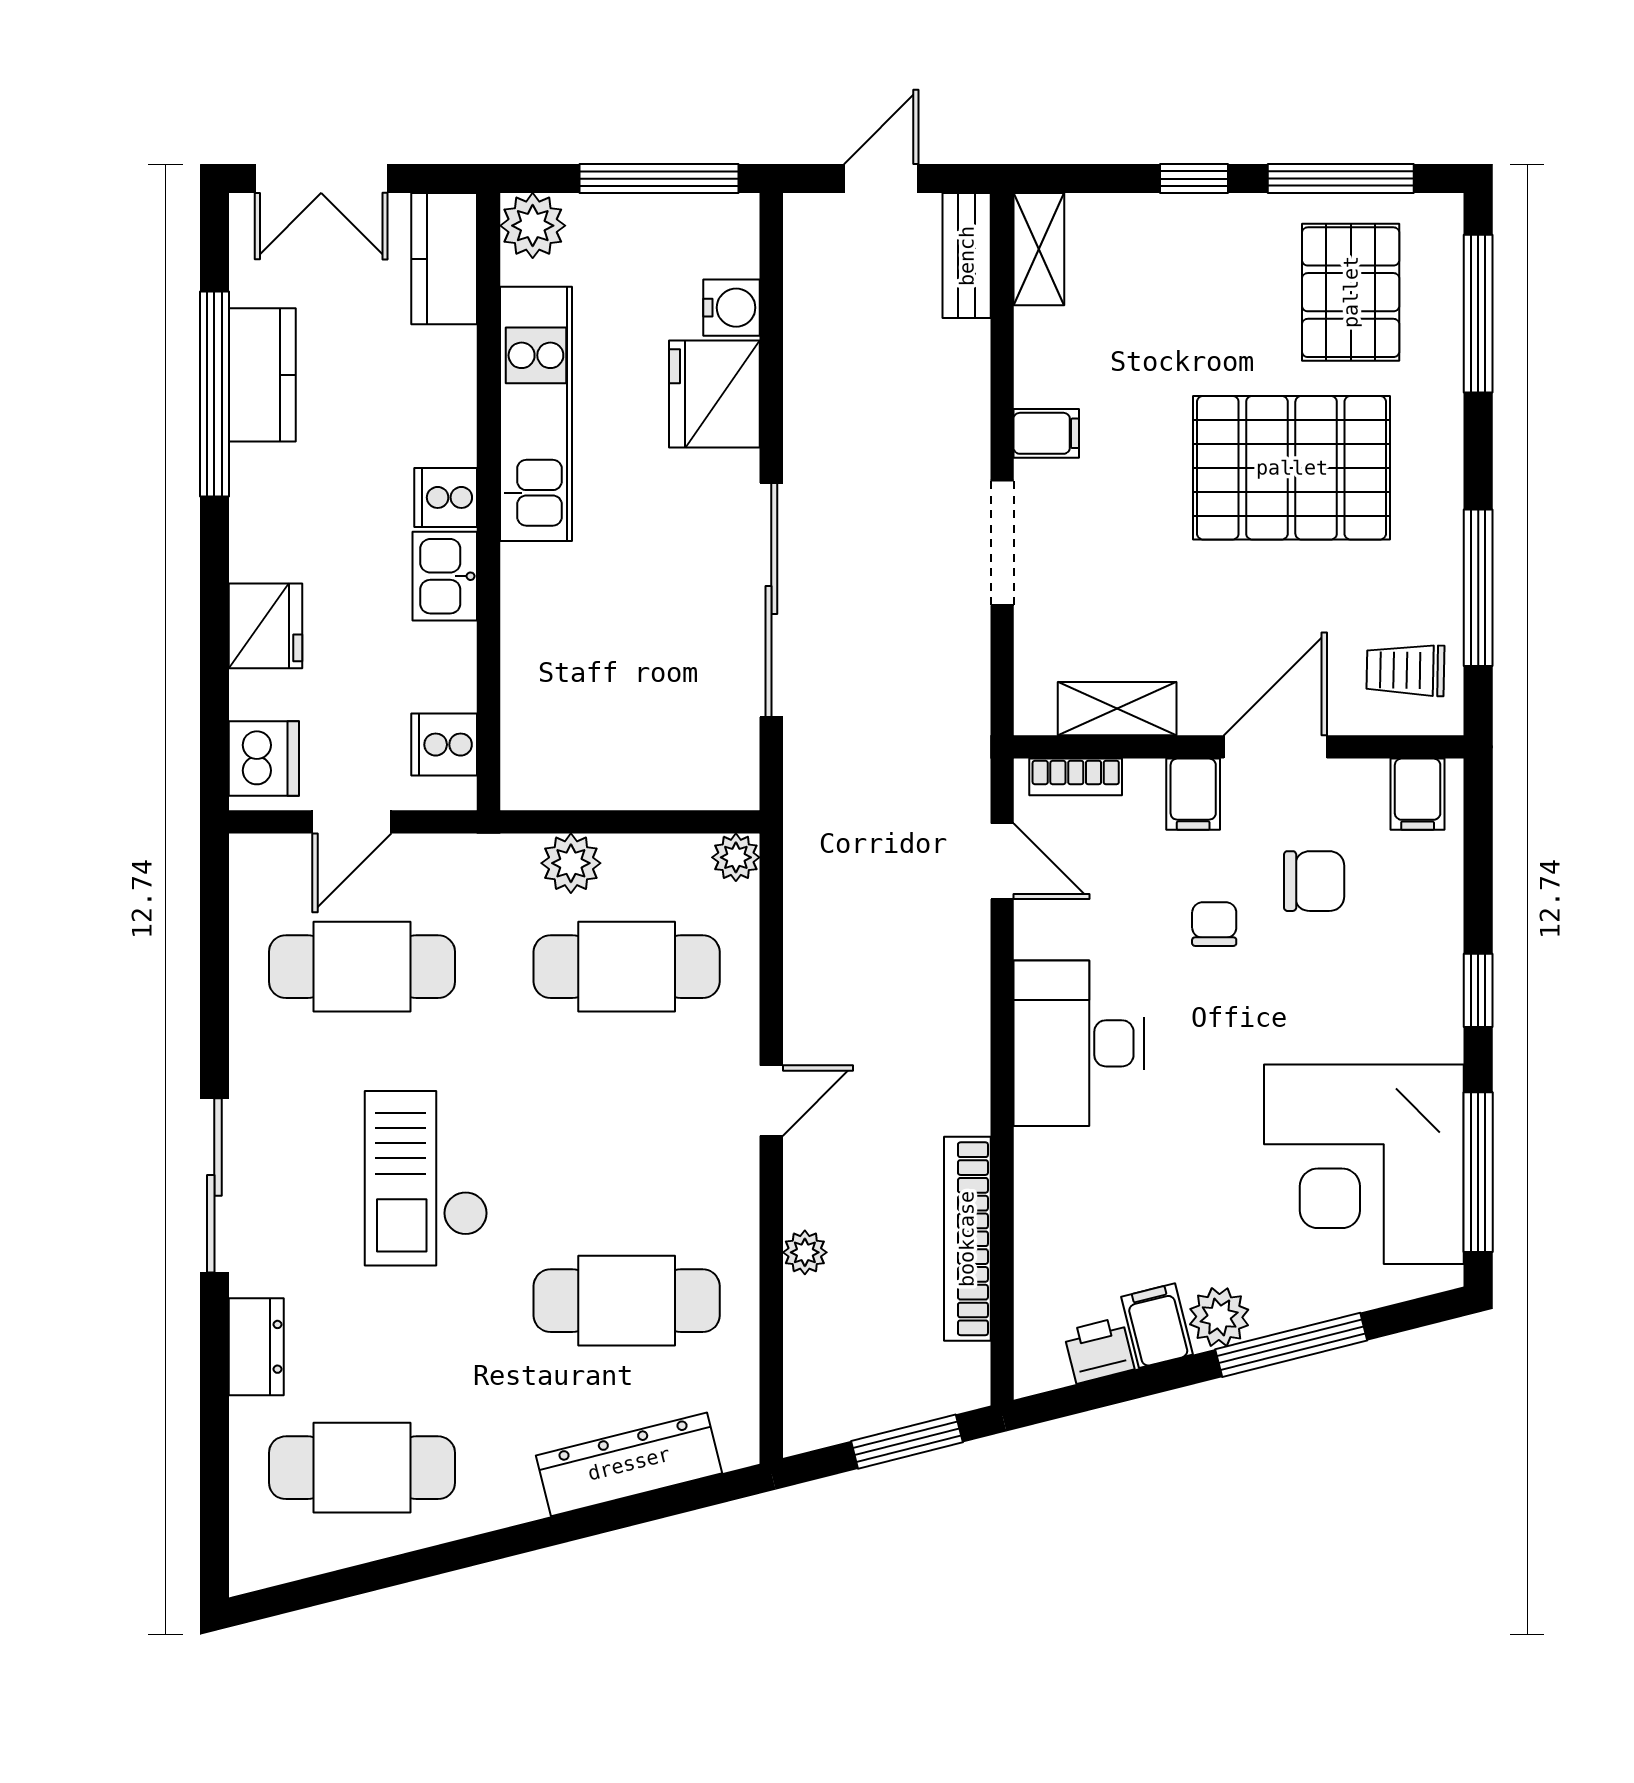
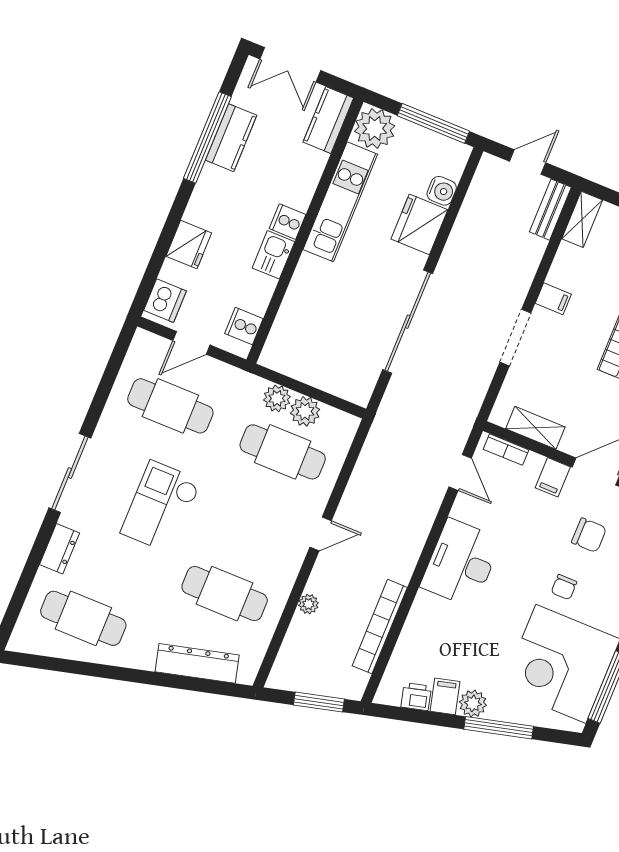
plant: (533, 226) -> (375, 129), width x1.36, depth x1.36
plant: (736, 857) -> (305, 411), moved, width x1.38, depth x1.38
chair: (1214, 924) -> (564, 587), moved, turned 180

